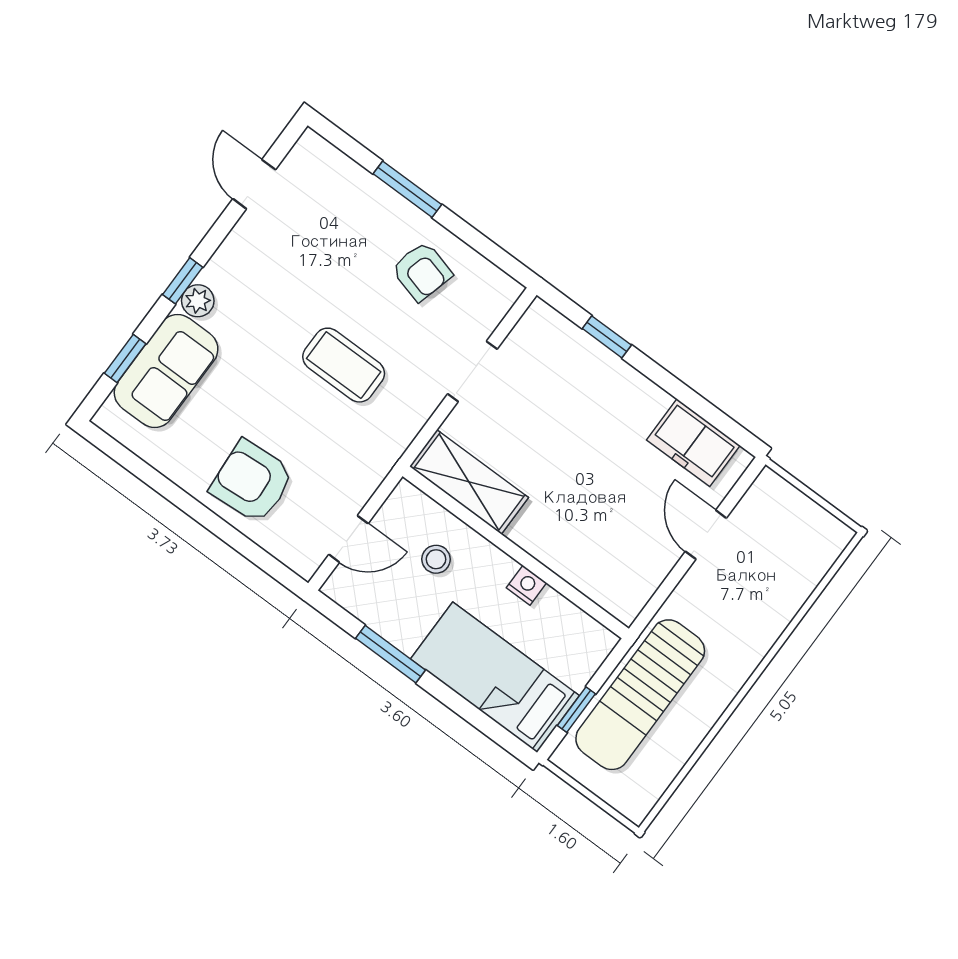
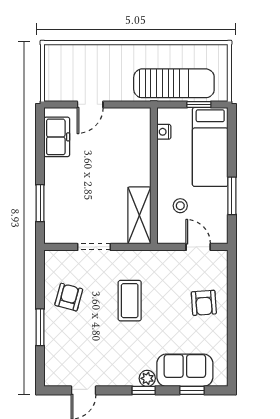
window: (607, 337) -> (40, 203), width x1.50
armchair: (252, 482) -> (204, 303), width x0.72, depth x0.72
nightstand: (526, 585) -> (164, 132), moved

